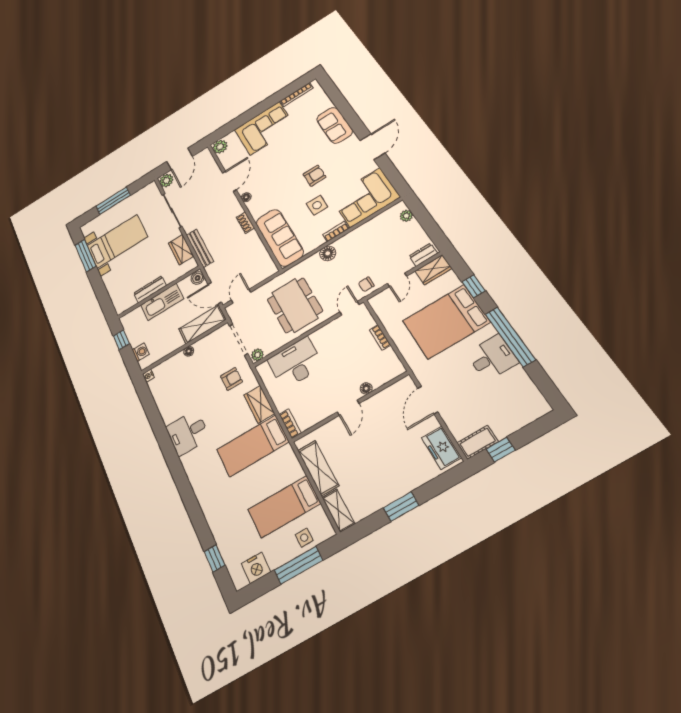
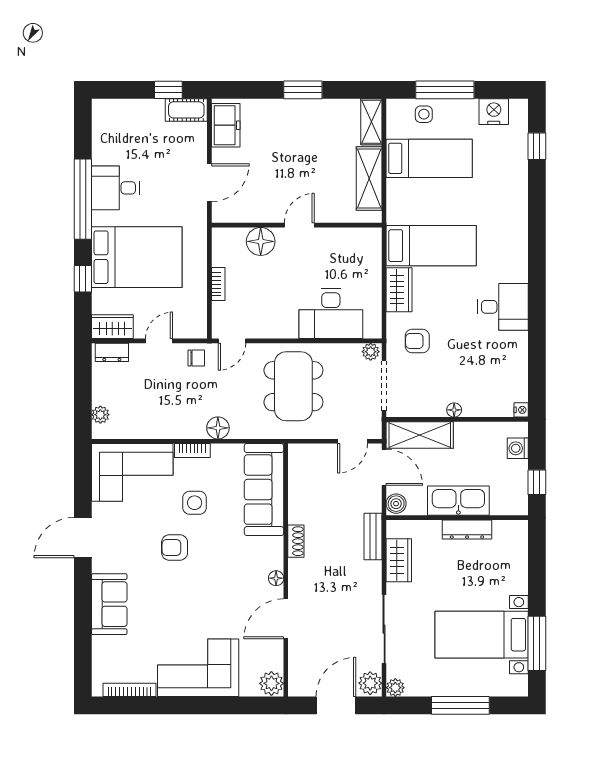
plant: (152, 187) -> (395, 688), added
bench: (200, 248) -> (373, 536), width x0.73
floor lamp: (366, 388) -> (261, 241), width x1.89, depth x1.89
bookcase: (290, 424) -> (375, 246), removed

